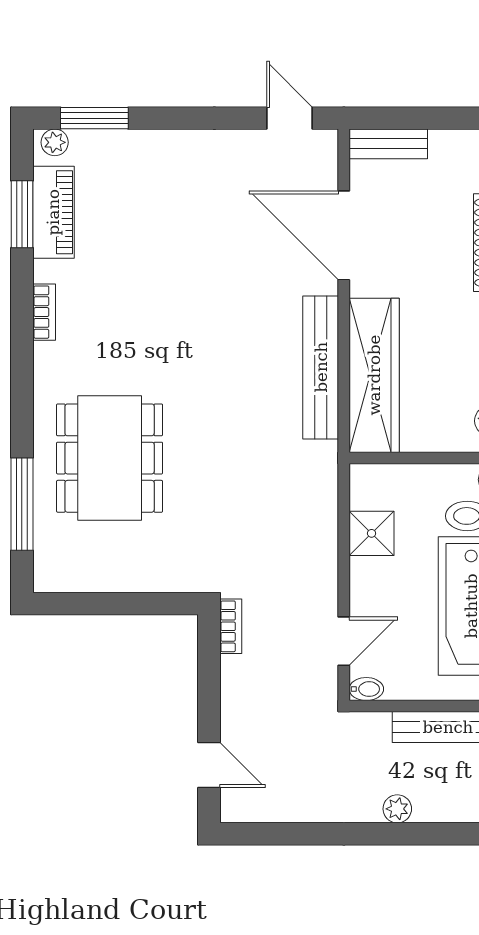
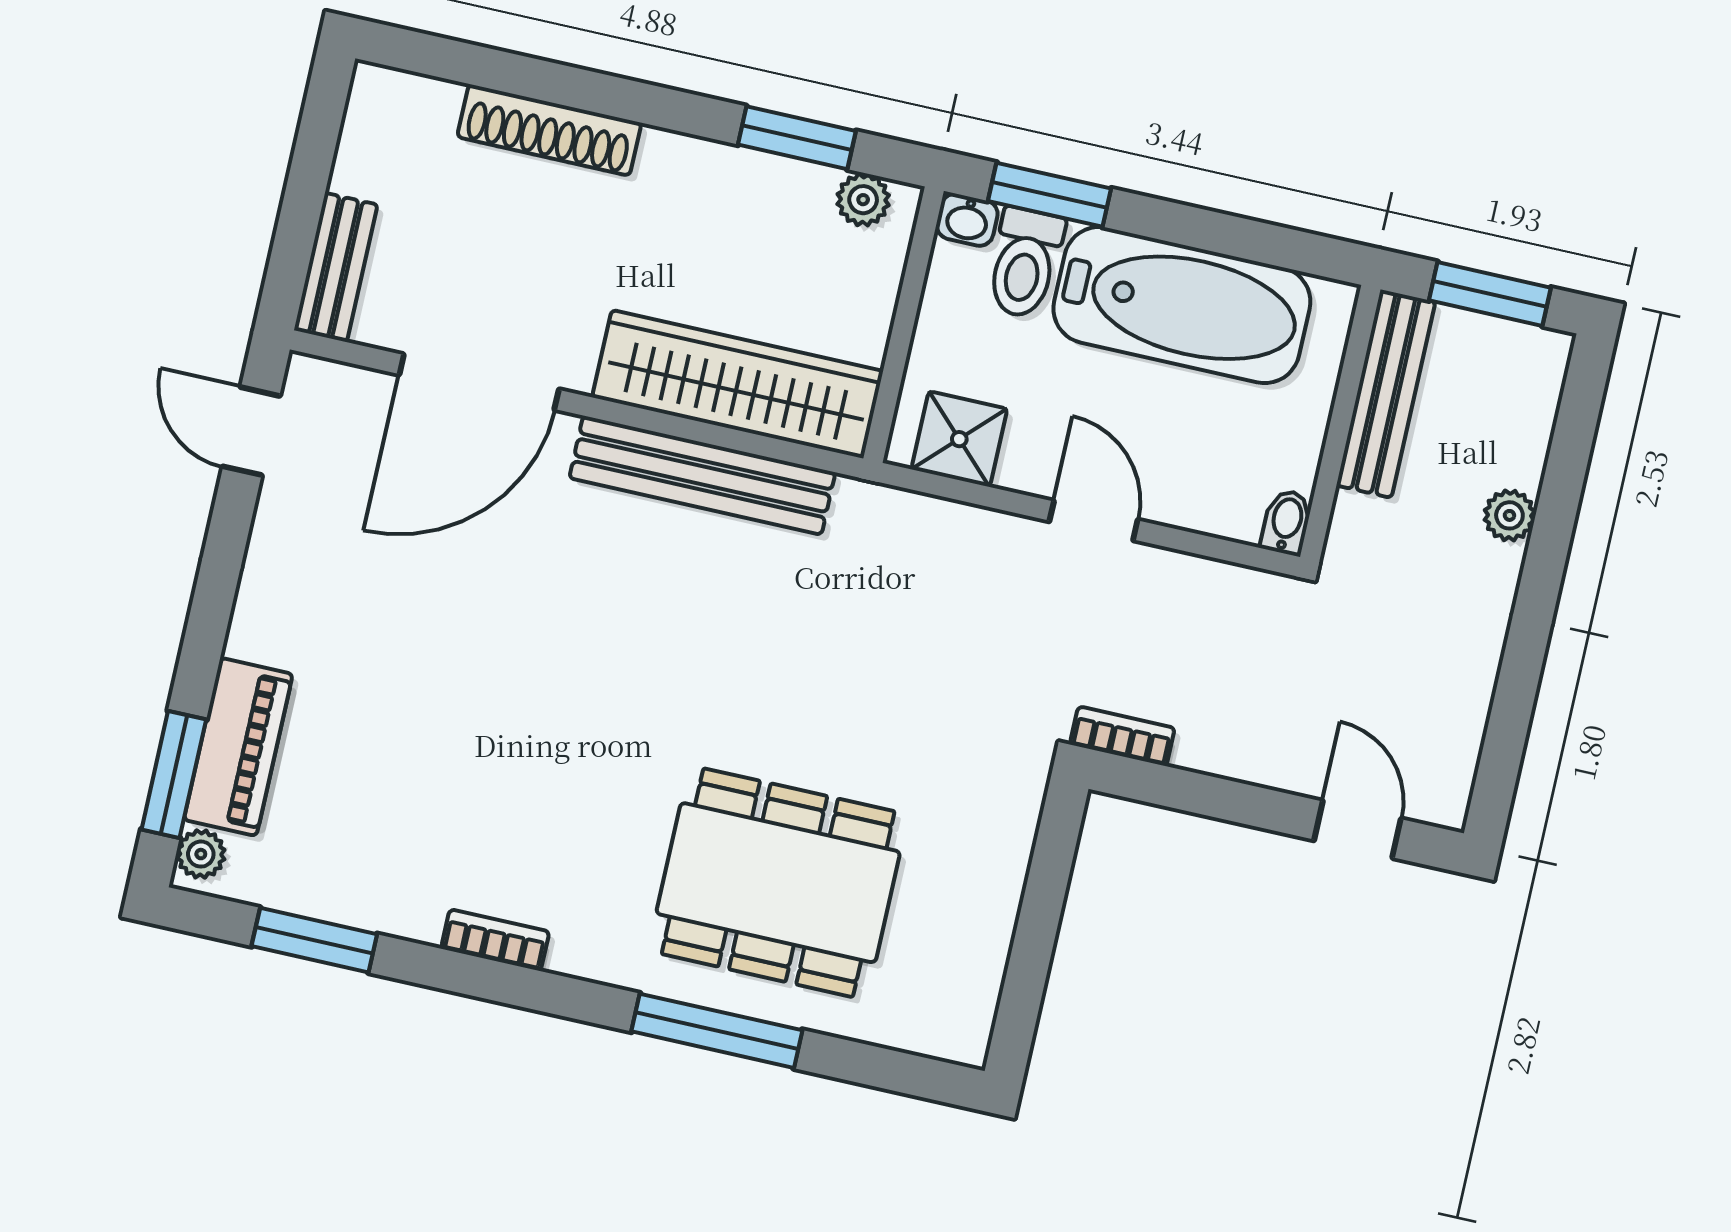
door: (289, 118) -> (251, 431), hinge flipped
piano: (53, 212) -> (238, 747), moved, turned 90
window: (22, 504) -> (717, 1031), moved
shower: (372, 533) -> (959, 439), moved
door: (344, 641) -> (1094, 521), moved
door: (209, 765) -> (1358, 829), hinge flipped

